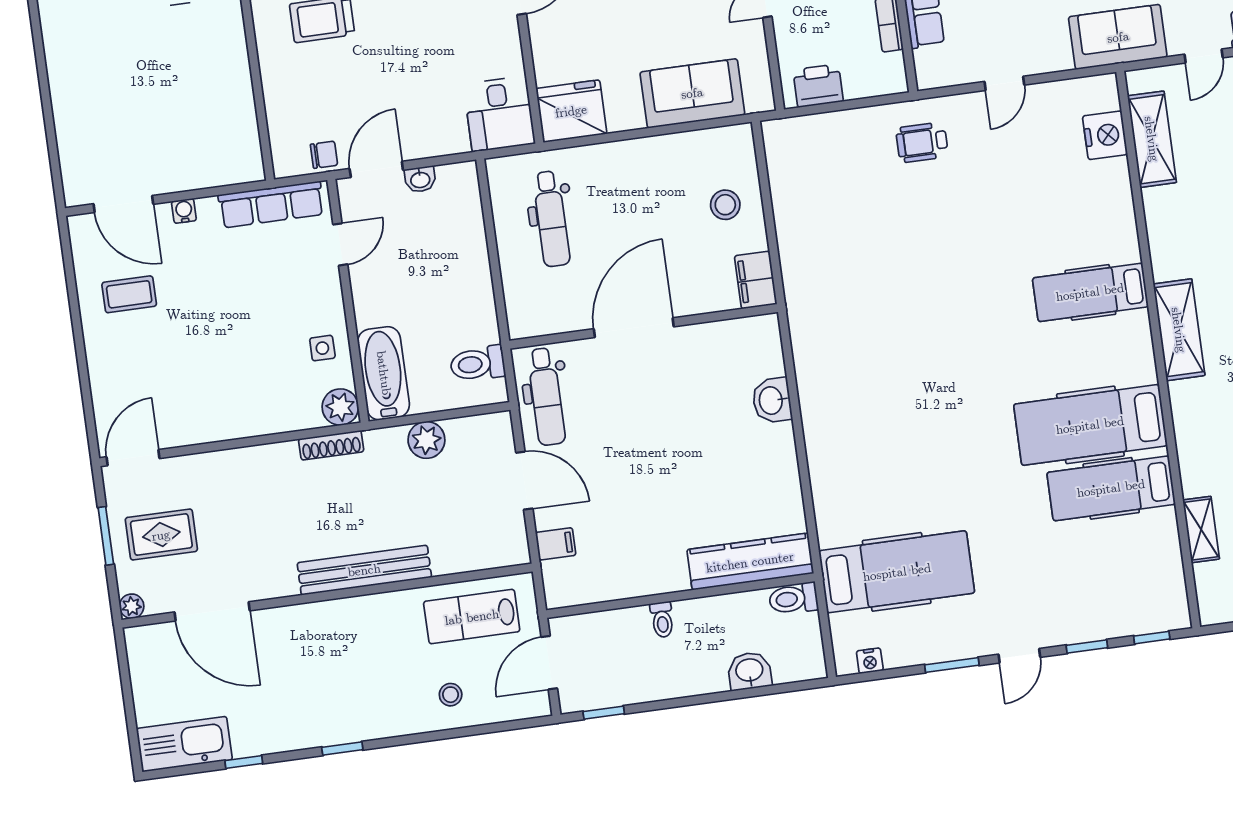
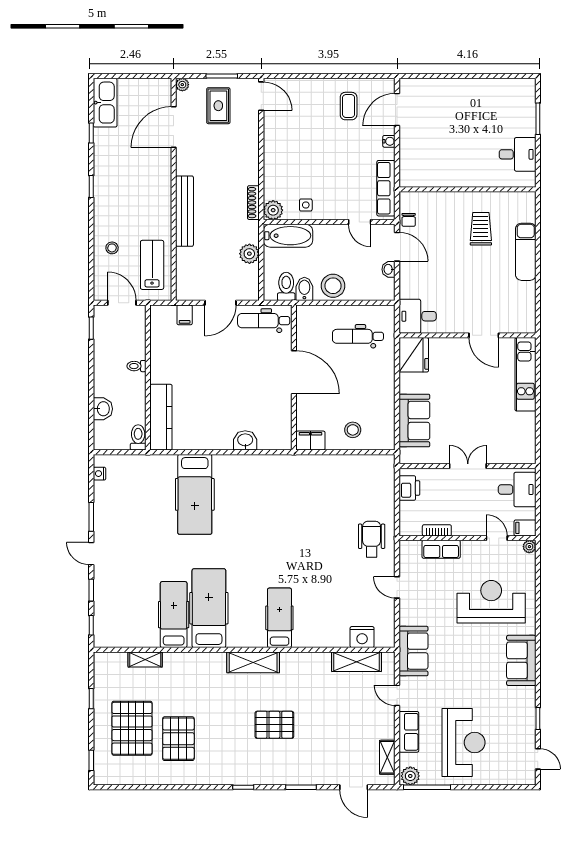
wheelchair: (922, 142) -> (372, 539), width x1.36, depth x1.37
stool: (464, 277) -> (333, 286), added
bidet: (478, 330) -> (304, 289), added
hospital bed: (897, 572) -> (195, 494), moved

